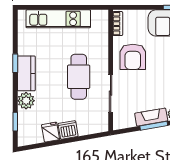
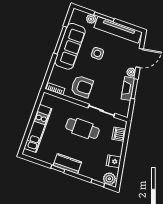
plant: (26, 101) -> (109, 179), moved
dishwasher: (68, 130) -> (119, 134), moved

